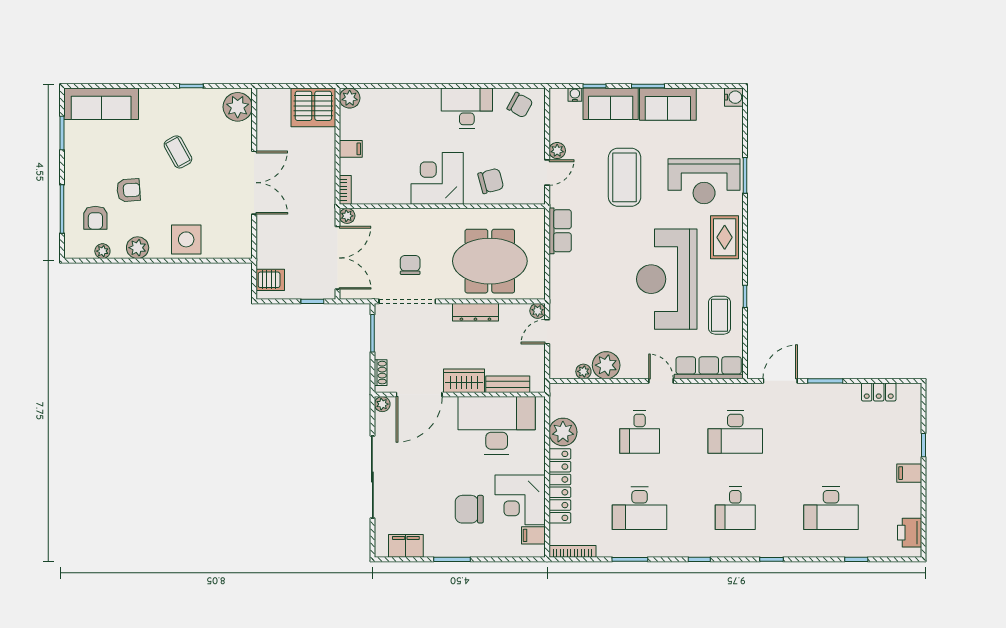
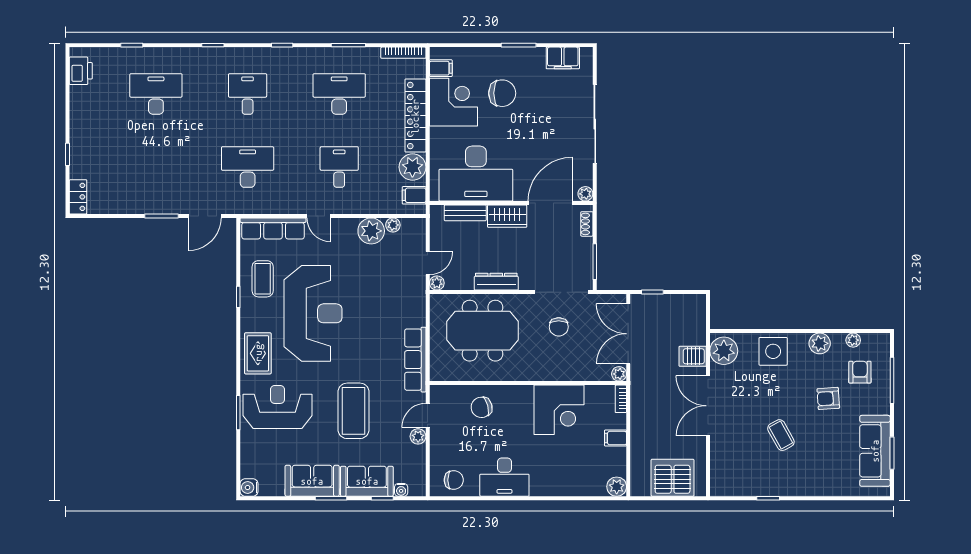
sofa: (101, 104) -> (875, 451), moved, turned -90
chair: (520, 105) -> (454, 480), turned 151
plant: (238, 107) -> (724, 351), moved
server rack: (313, 107) -> (673, 478), moved
corner desk: (437, 178) -> (559, 410), moved
row of seats: (560, 231) -> (415, 360), width x1.48
server rack: (270, 280) -> (693, 356), moved
locker: (879, 392) -> (78, 197), moved, turned 90
filing cabinet: (909, 473) -> (414, 195), moved, turned 180

